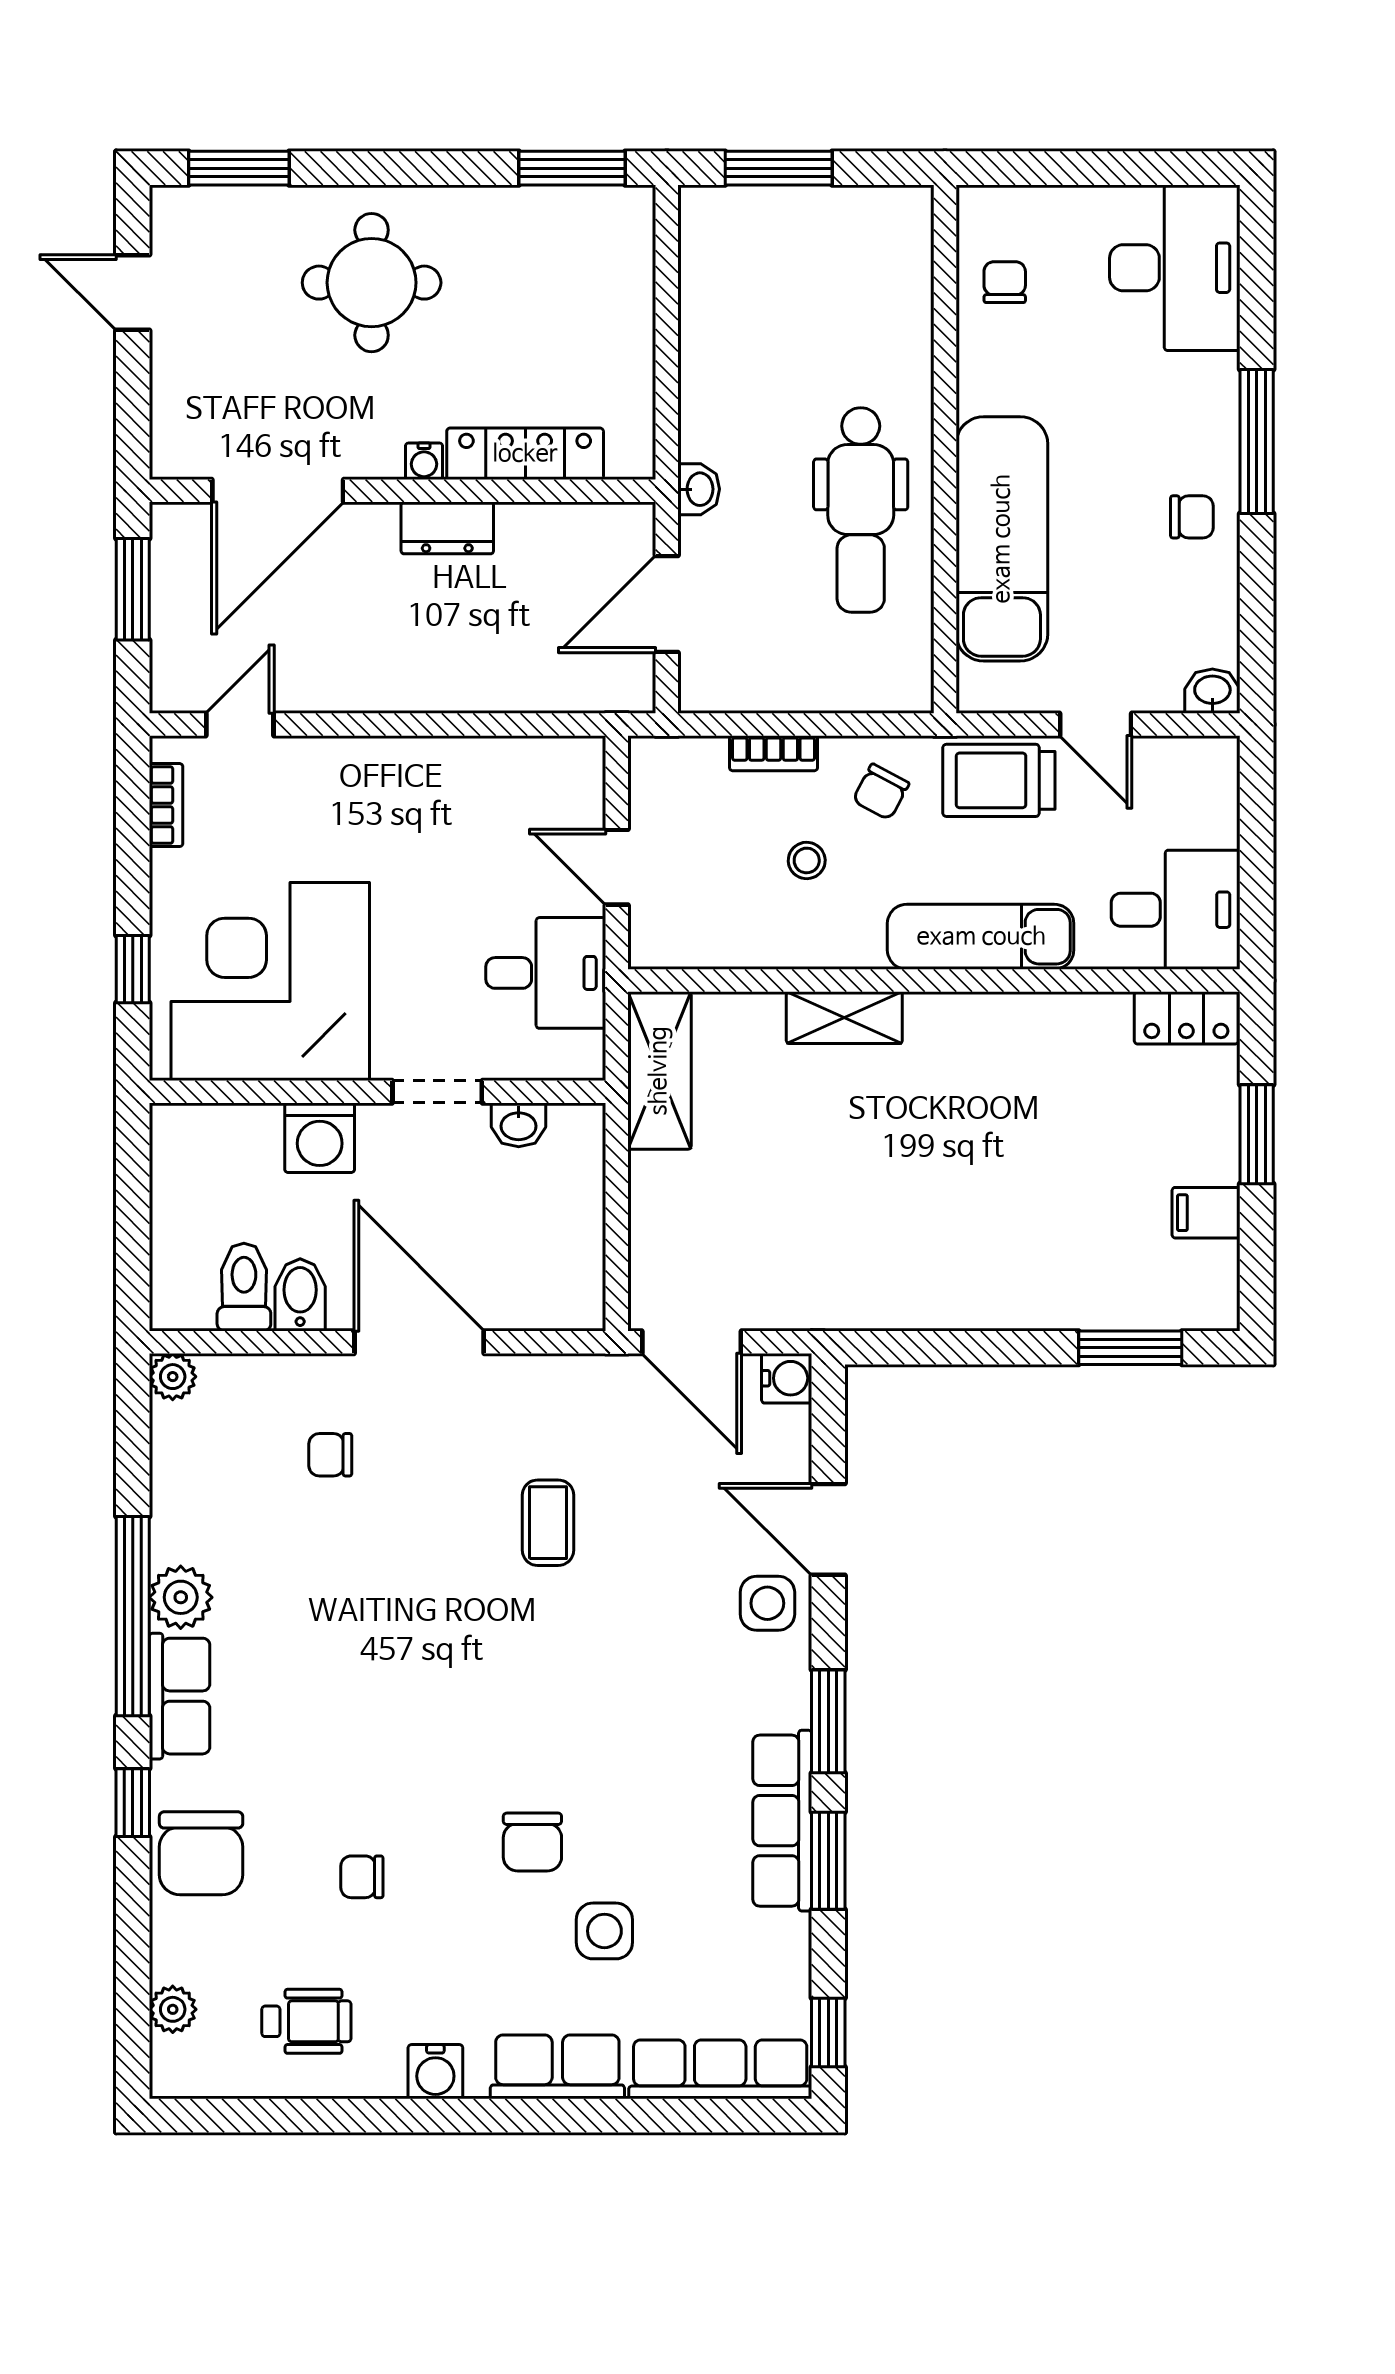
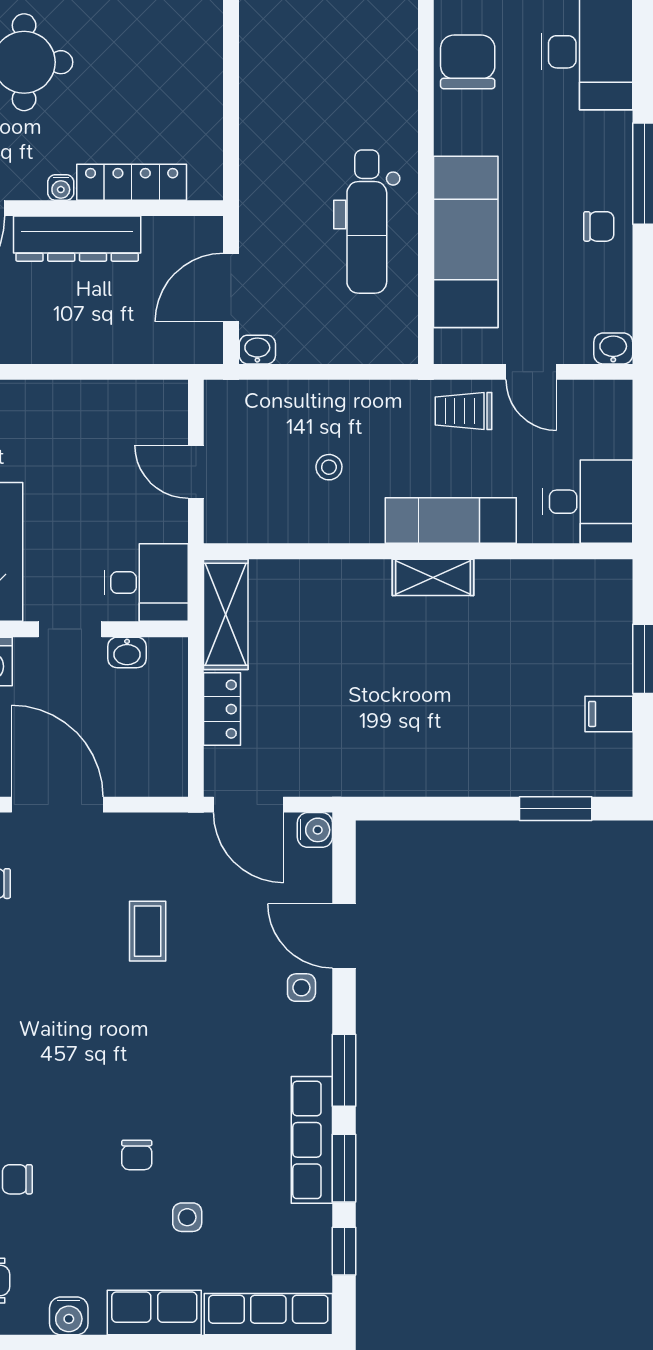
chair: (1005, 282) -> (468, 62), width x1.87, depth x1.87
washbasin: (699, 489) -> (257, 350), moved, turned -90
dresser: (447, 528) -> (77, 239), width x1.96, depth x1.24
bookcase: (774, 753) -> (306, 392), removed
trolley: (999, 780) -> (464, 411), width x0.73, depth x0.72
chair: (881, 792) -> (381, 419), removed
desk: (546, 973) -> (146, 583), moved
shelving: (844, 1018) -> (433, 577), moved
locker: (1186, 1018) -> (222, 709), moved, turned -90
side table: (767, 1603) -> (301, 988), width x0.73, depth x0.73
chair: (532, 1842) -> (137, 1155), width x0.73, depth x0.73
side table: (604, 1931) -> (187, 1217), width x0.73, depth x0.73
window: (828, 2032) -> (344, 1251), moved

